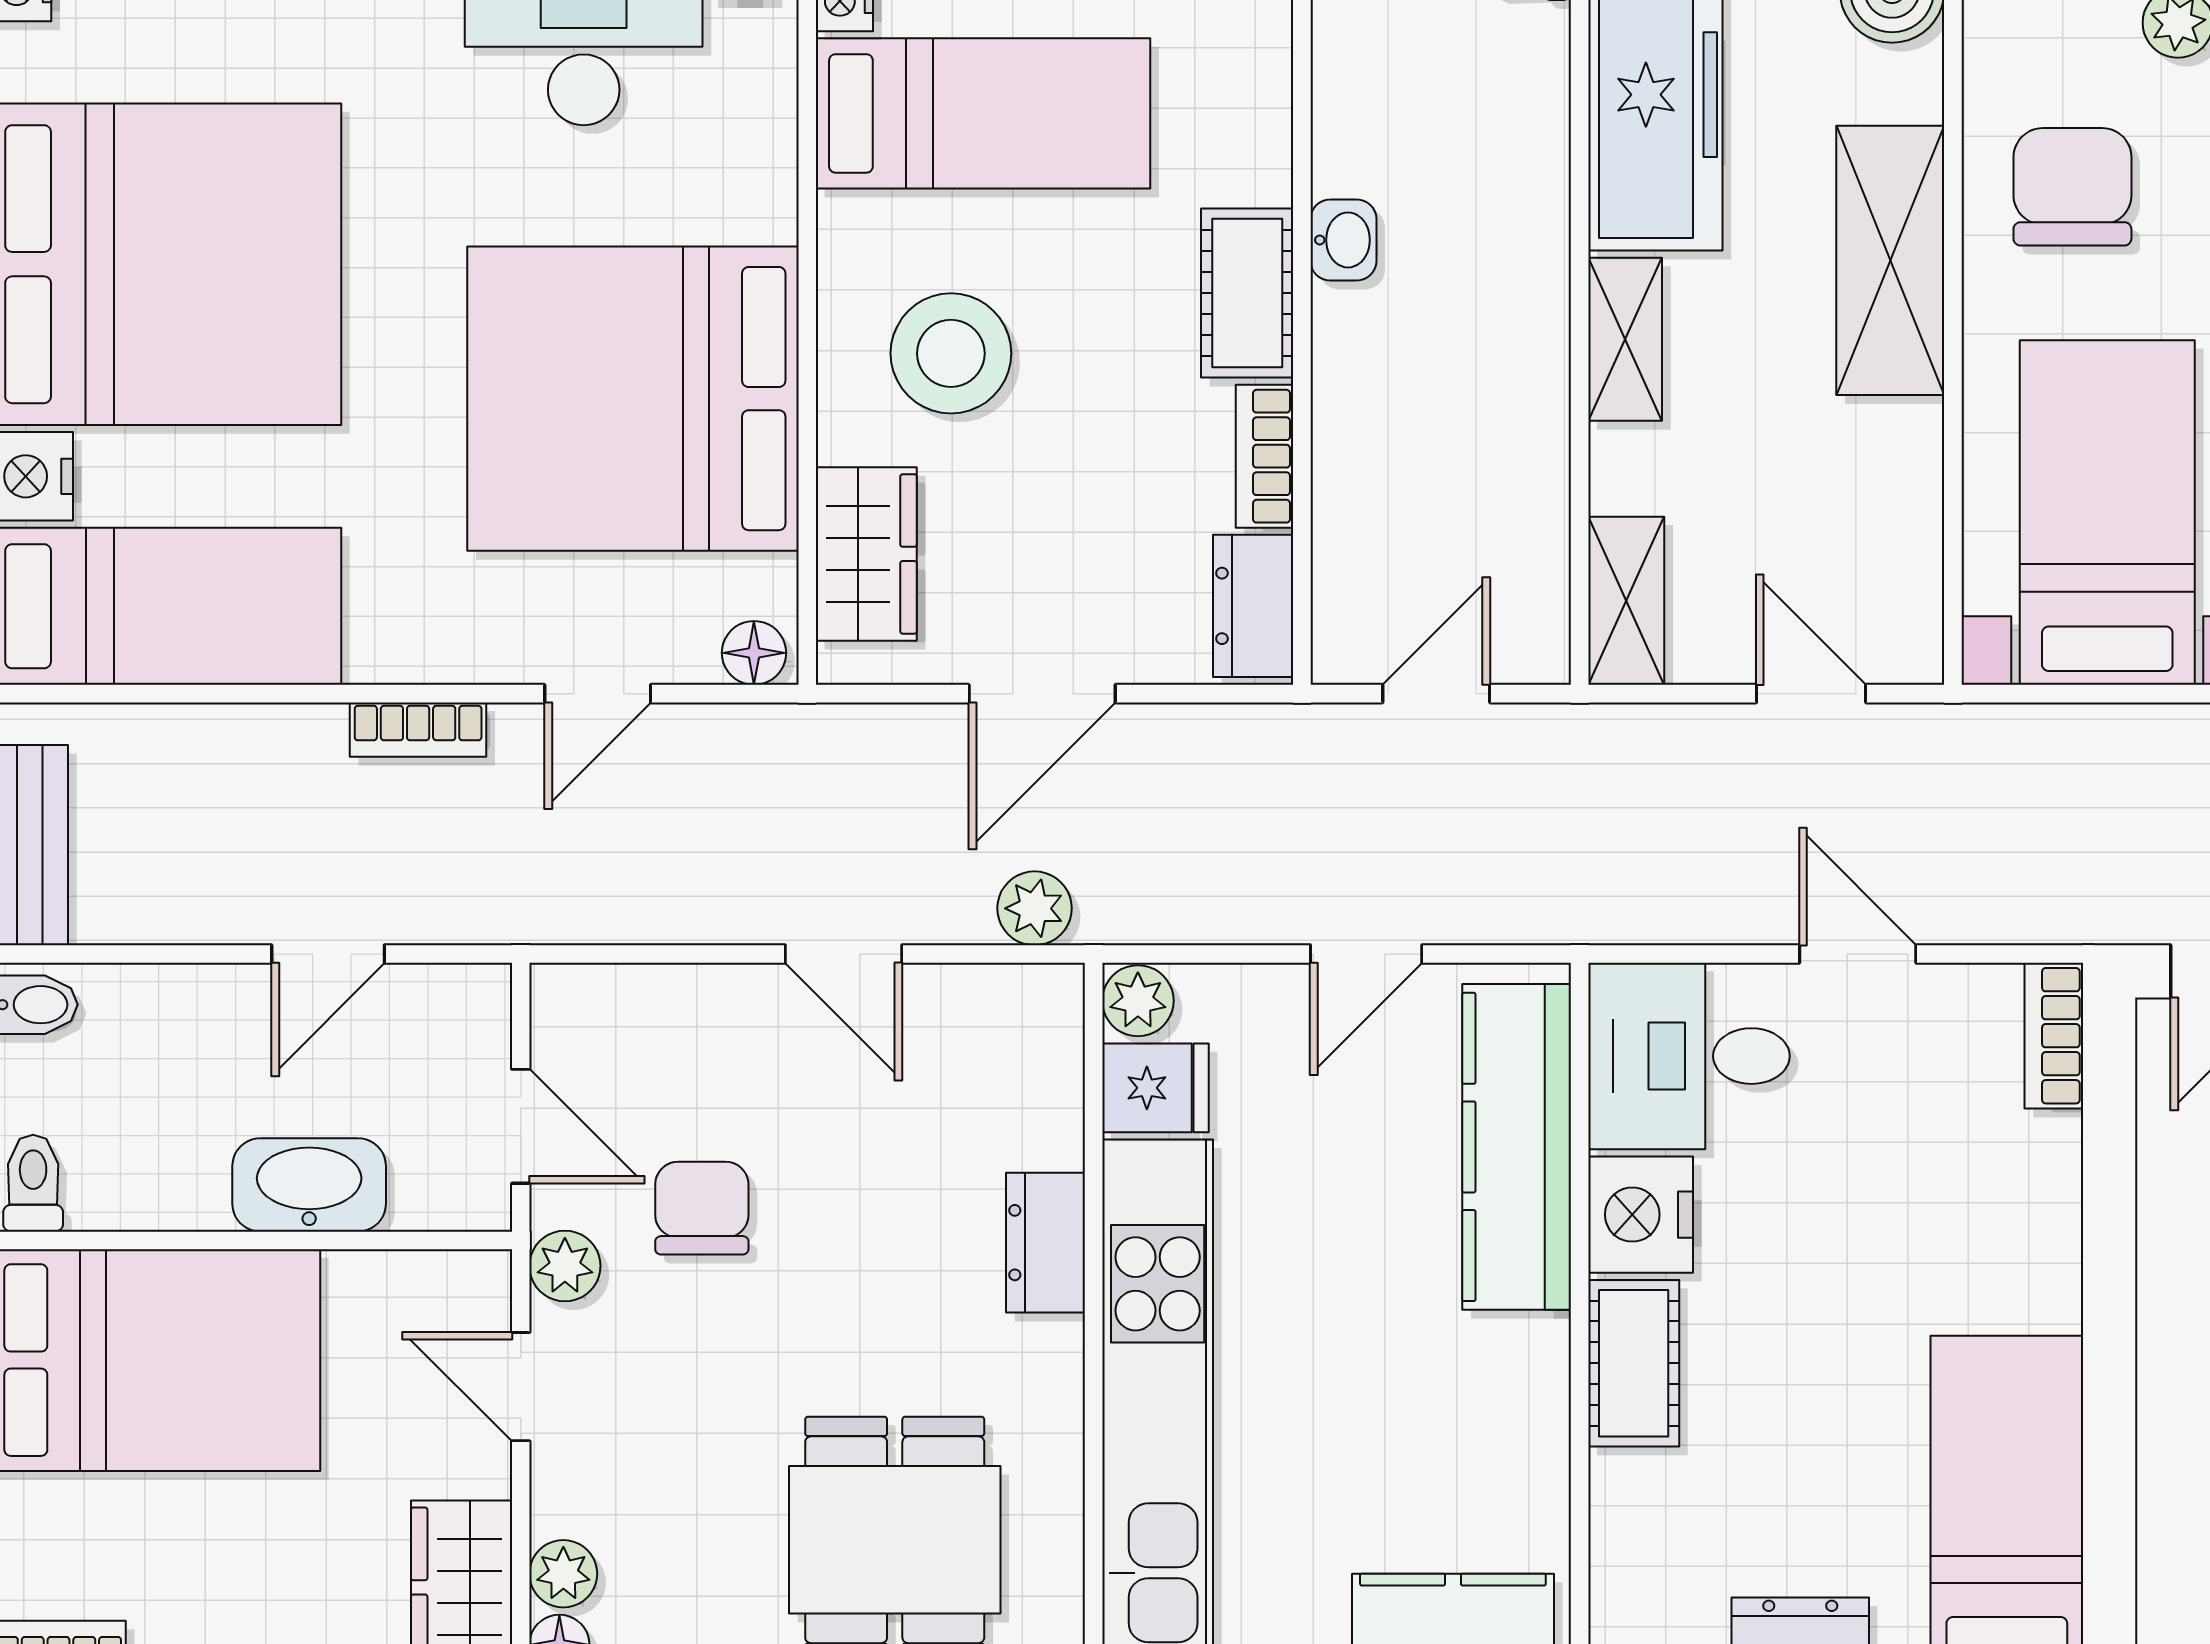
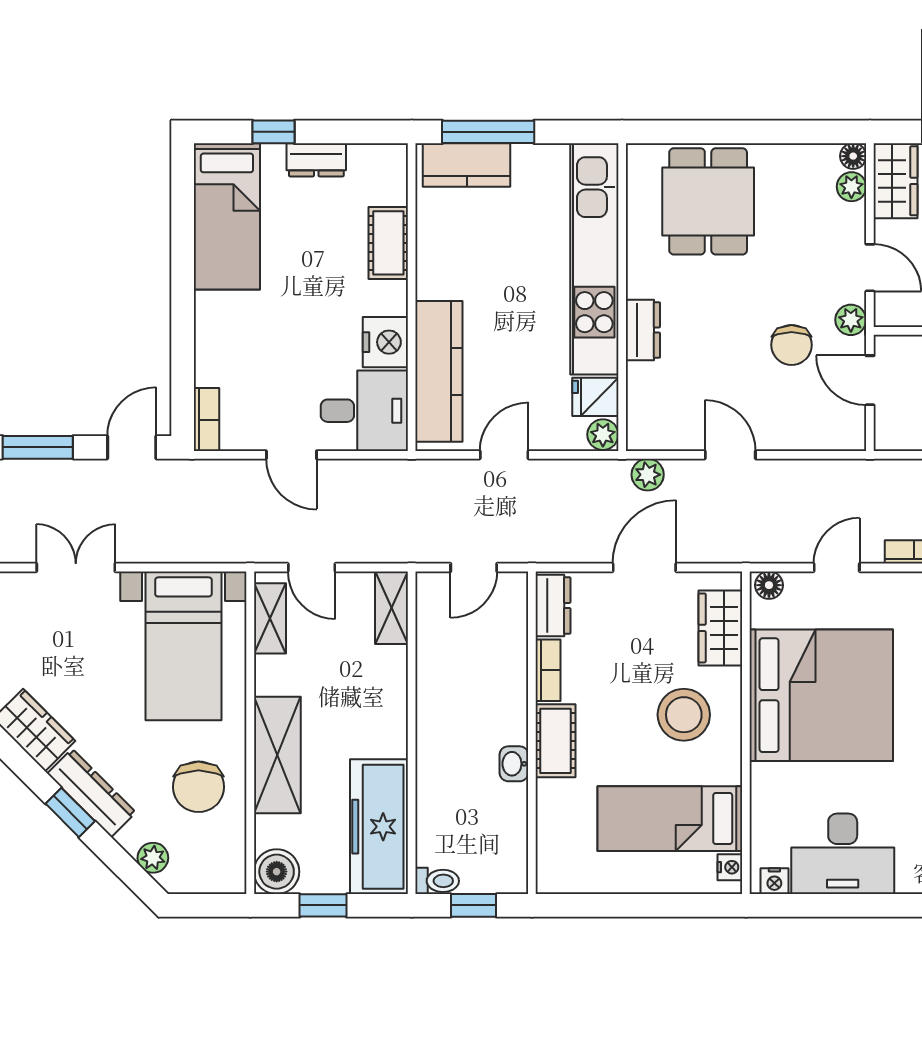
shelving: (1625, 339) -> (270, 618), moved
cot: (1634, 1363) -> (388, 243), moved

